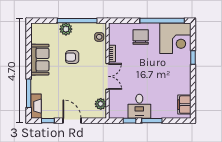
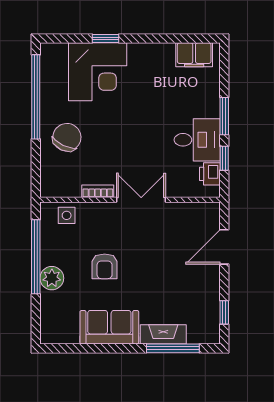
chair: (141, 37) -> (67, 137), turned 116
corner desk: (175, 38) -> (98, 72), moved, turned 90
plant: (101, 104) -> (193, 213), removed
fireplace: (36, 106) -> (163, 334), moved
printer: (121, 113) -> (210, 174), added
door: (72, 121) -> (224, 247), moved

